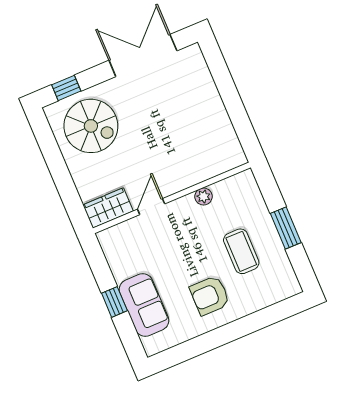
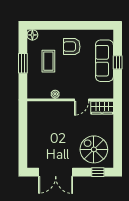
floor lamp: (290, 286) -> (32, 35), added
armchair: (210, 296) -> (72, 47), turned 180
sofa: (144, 305) -> (104, 61), width x1.36

